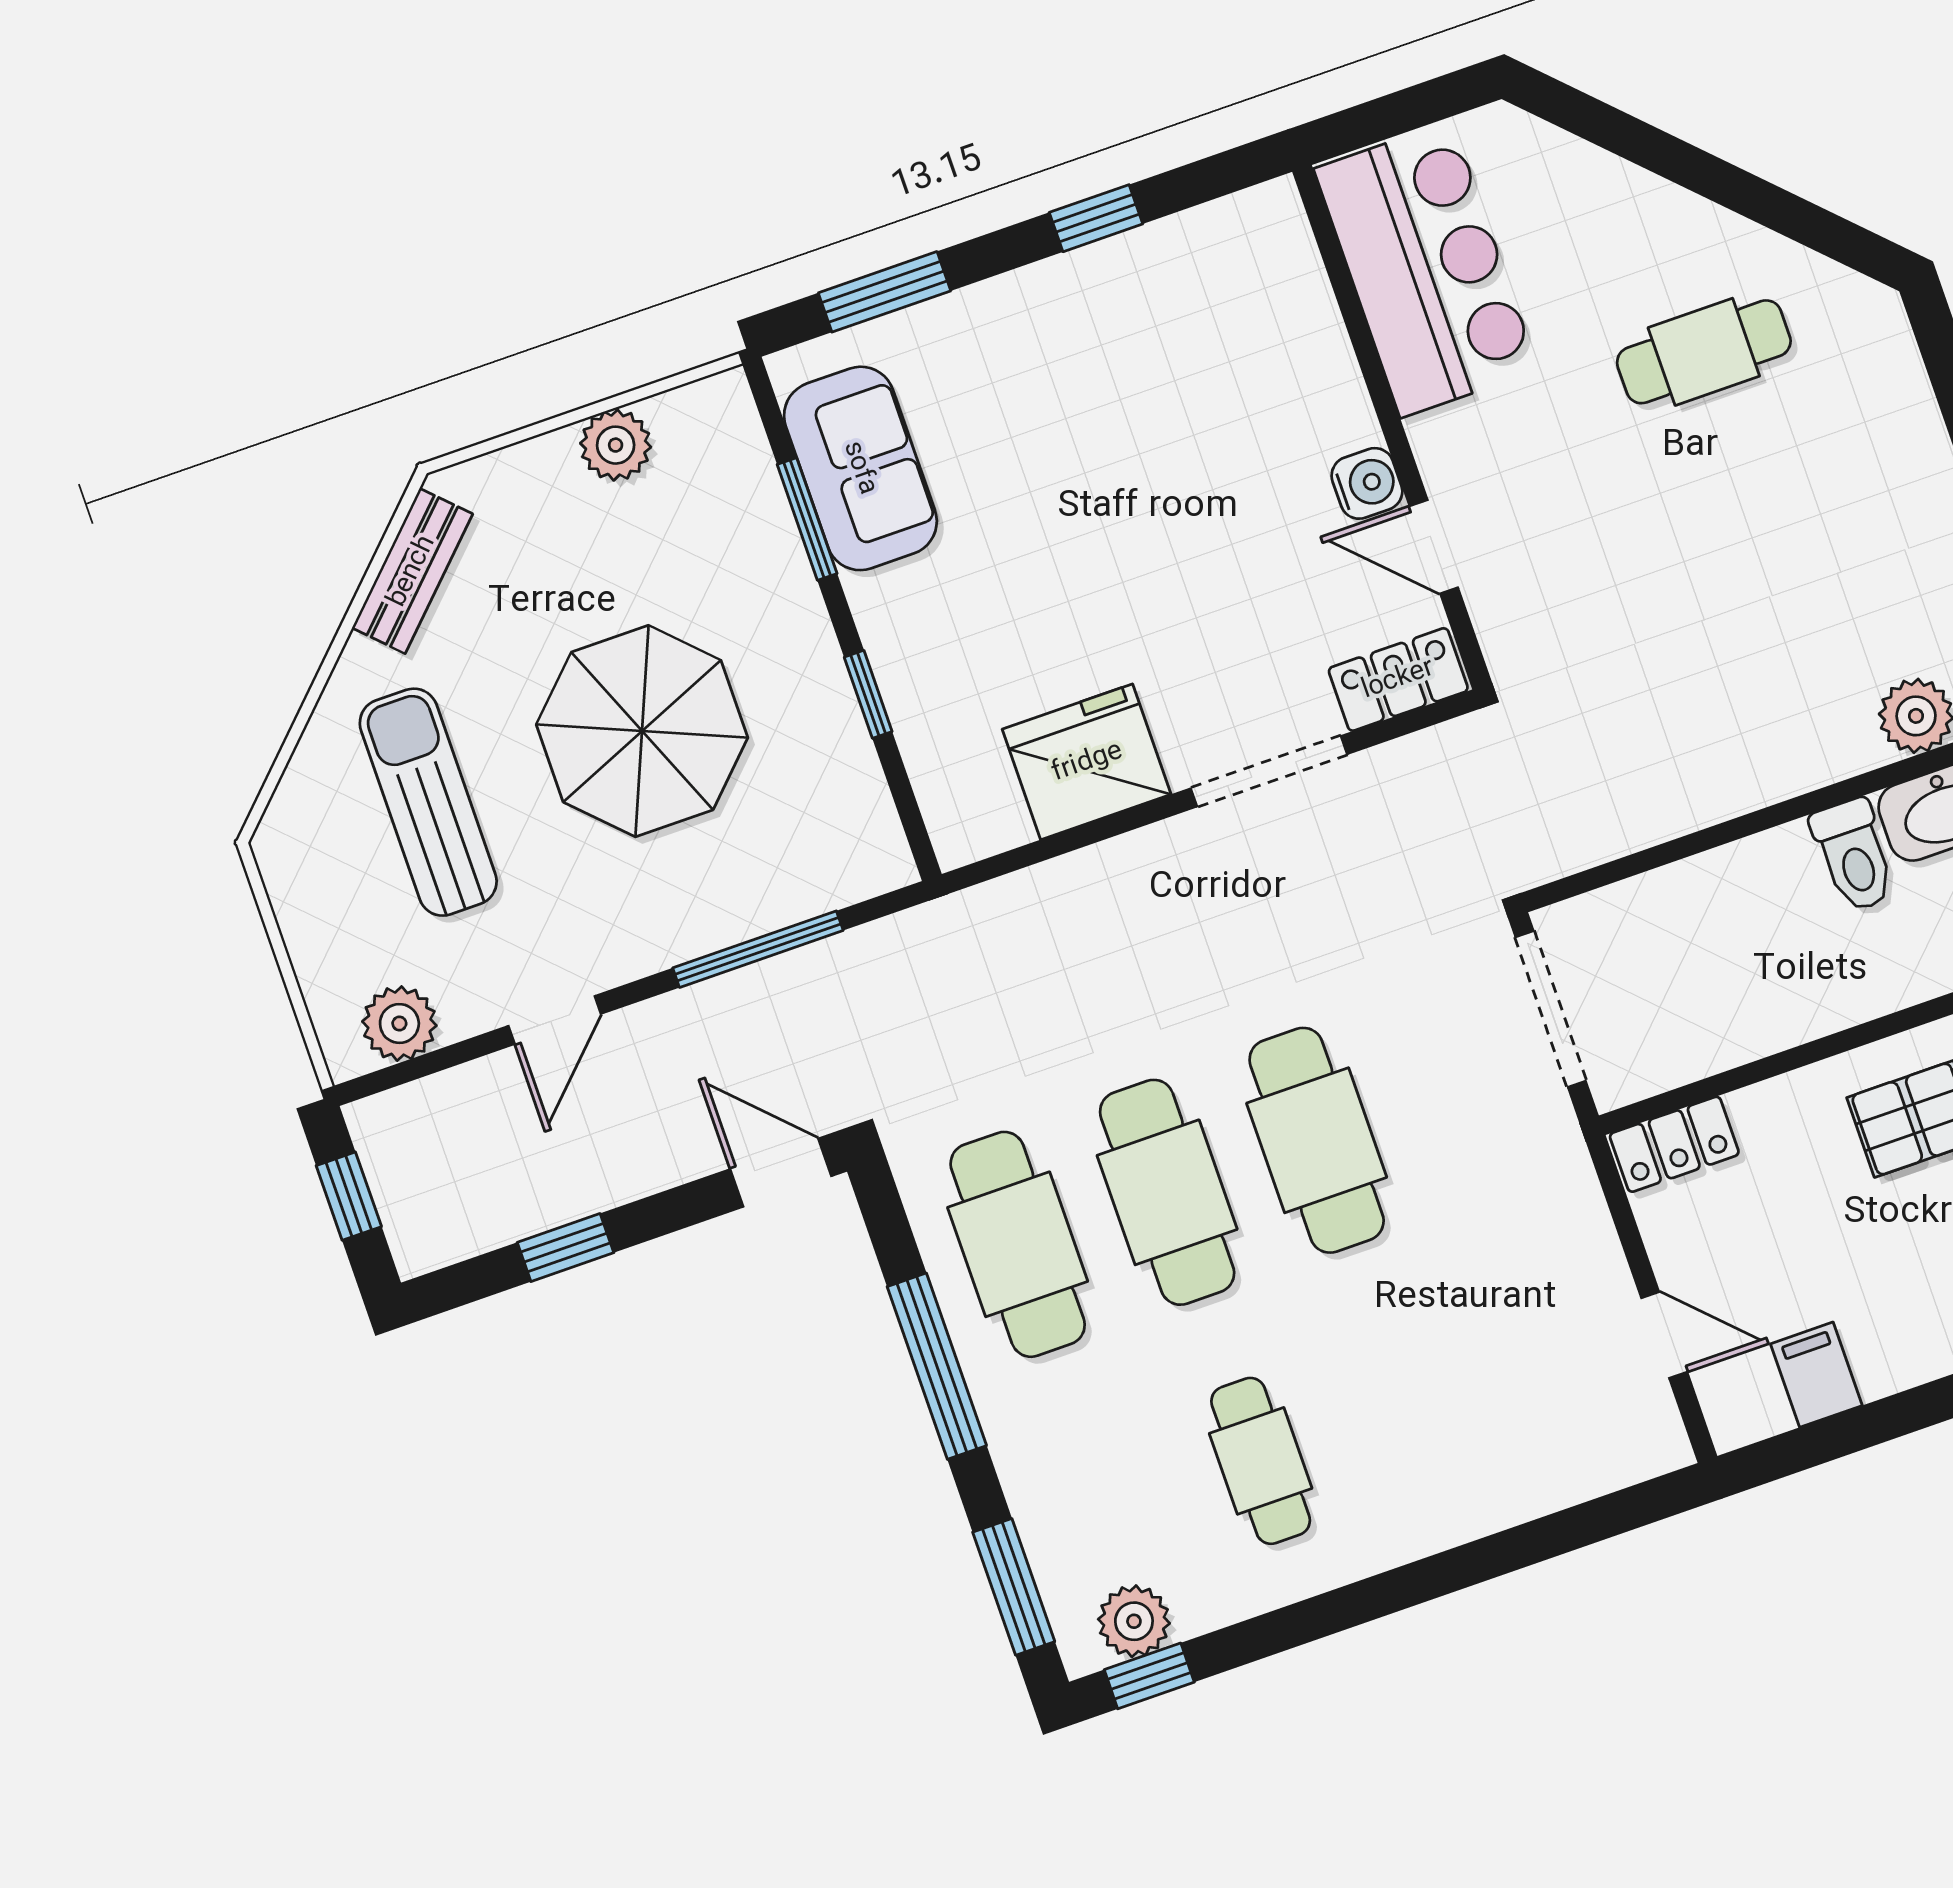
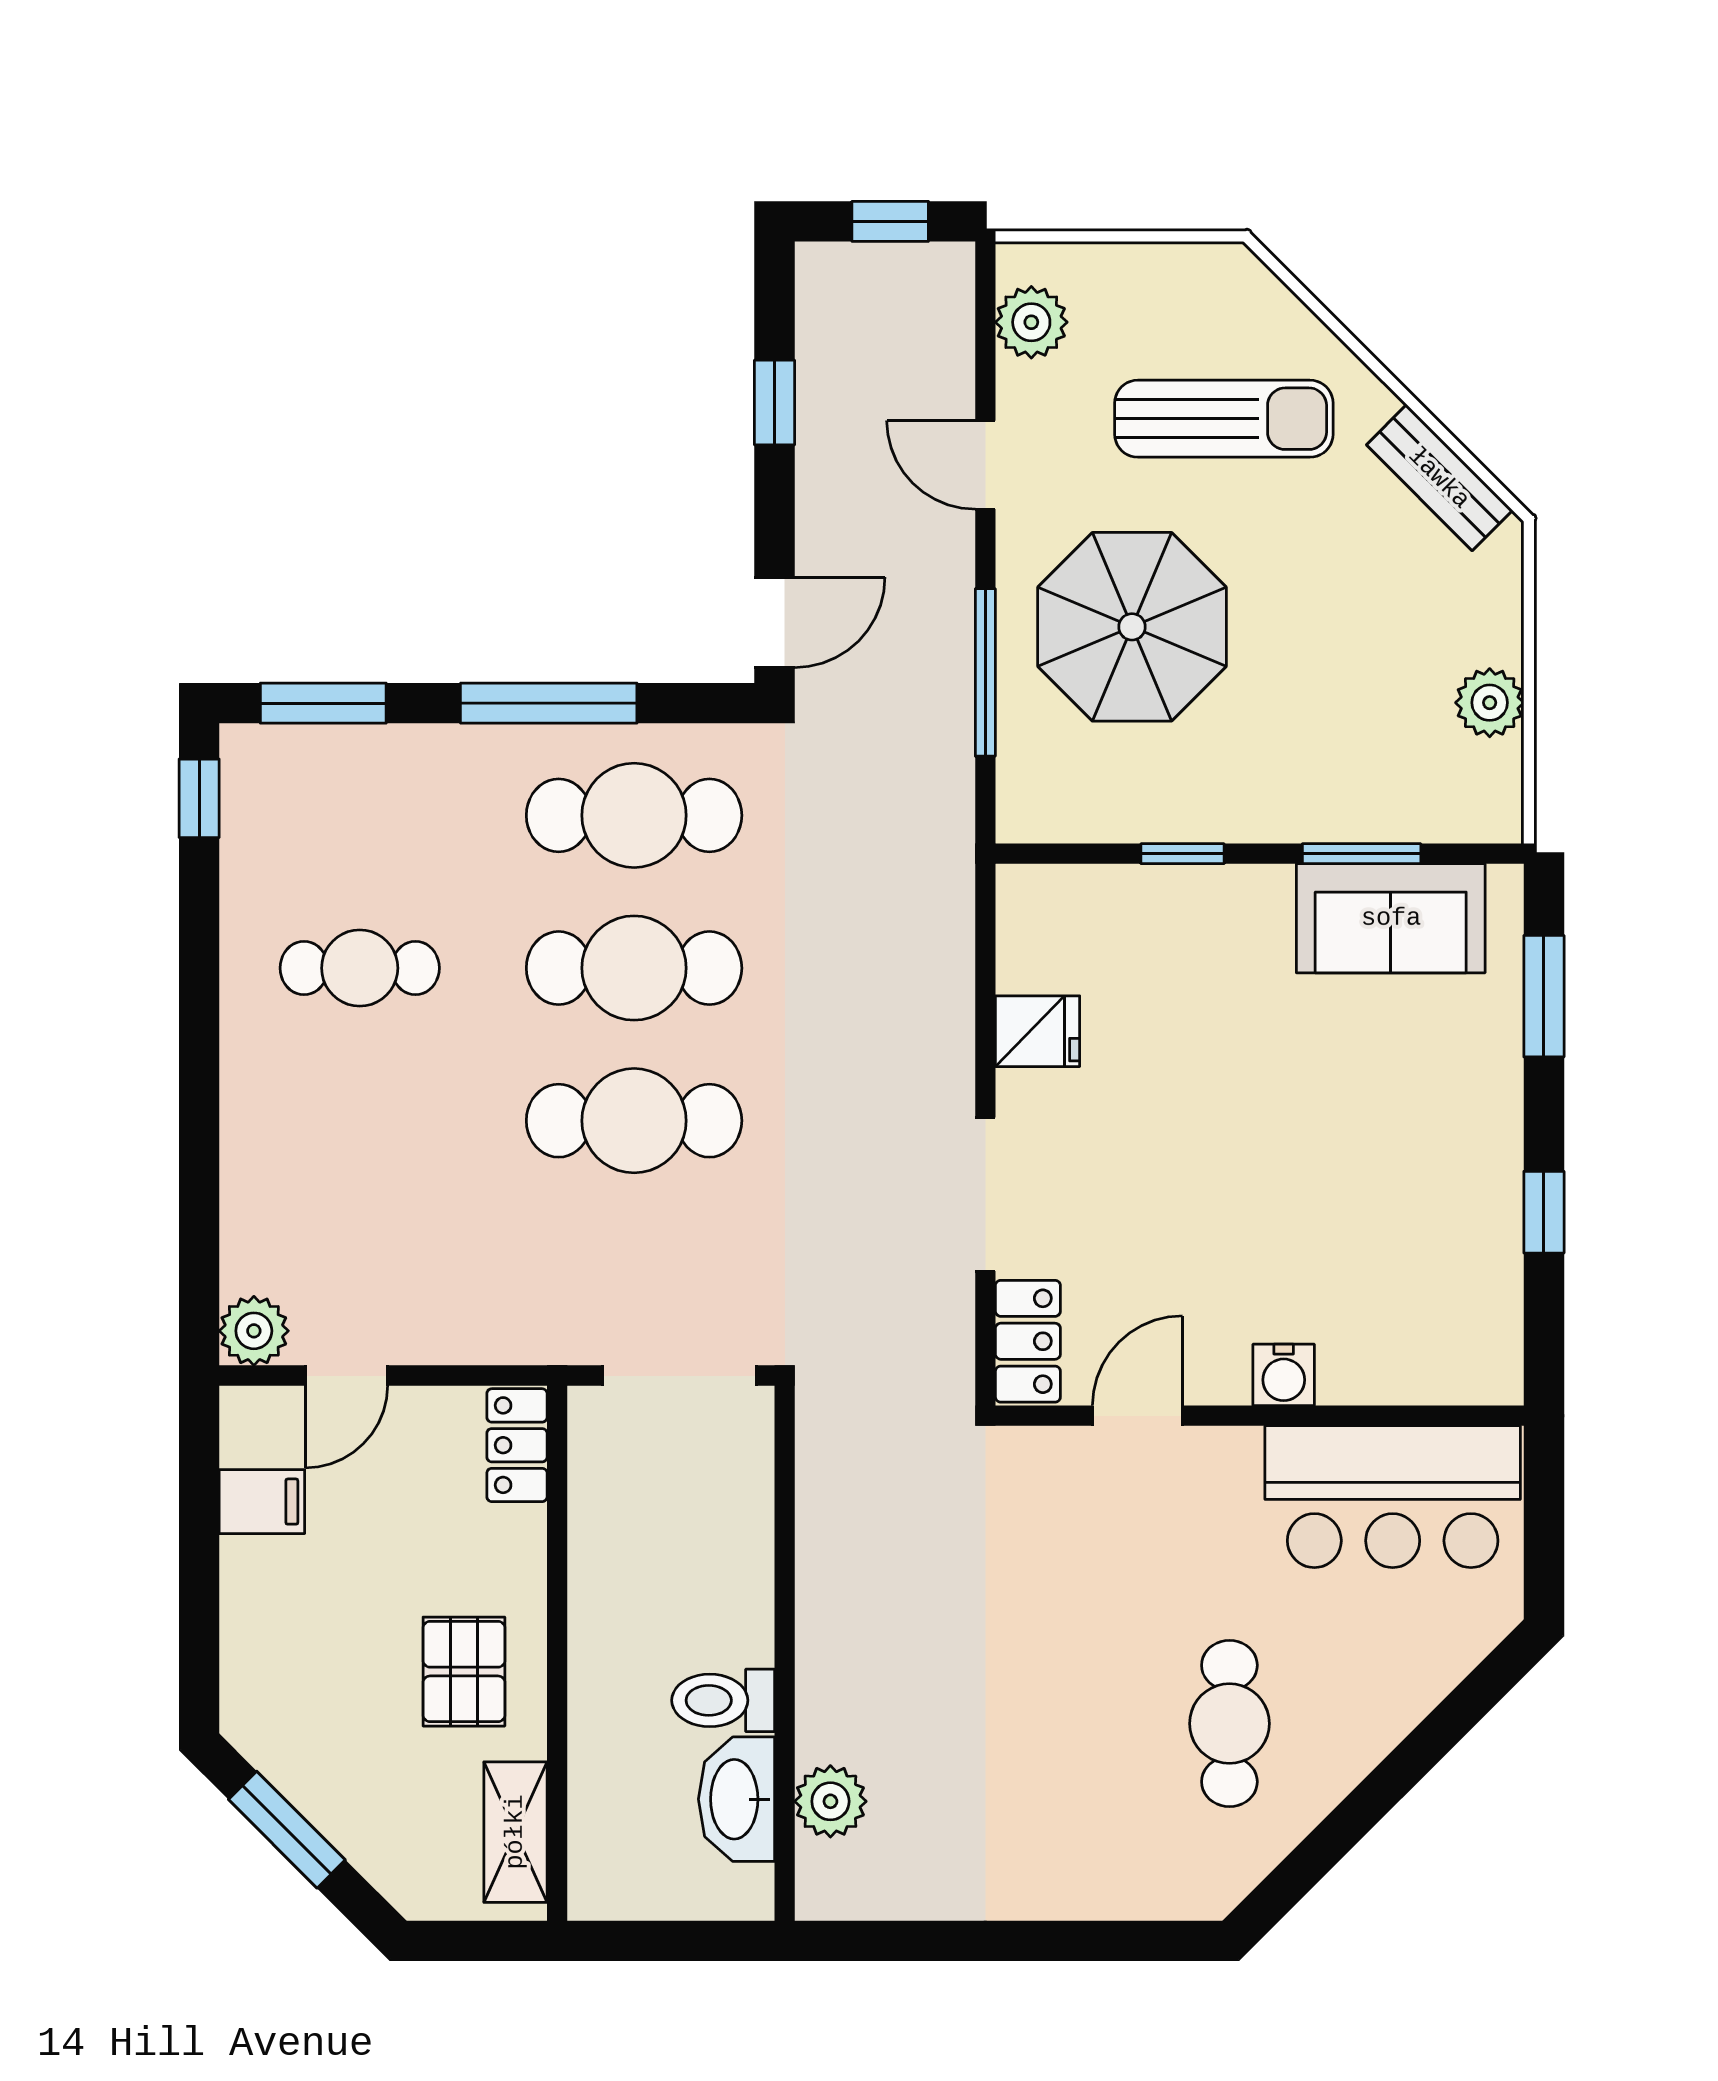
water cooler: (1367, 483) -> (1284, 1375), moved
parasol: (642, 731) -> (1132, 627), moved
fridge: (1087, 762) -> (1037, 1031), width x0.53, depth x0.75
plant: (1134, 1621) -> (254, 1331), moved

